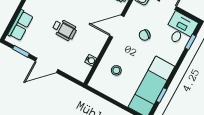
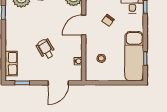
wheelchair: (64, 30) -> (46, 49), turned -120
door: (47, 65) -> (58, 83), moved

